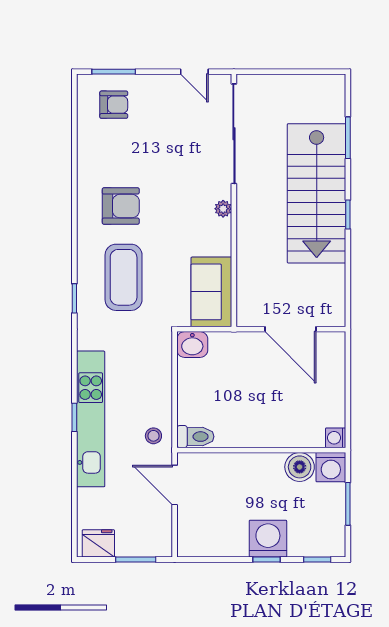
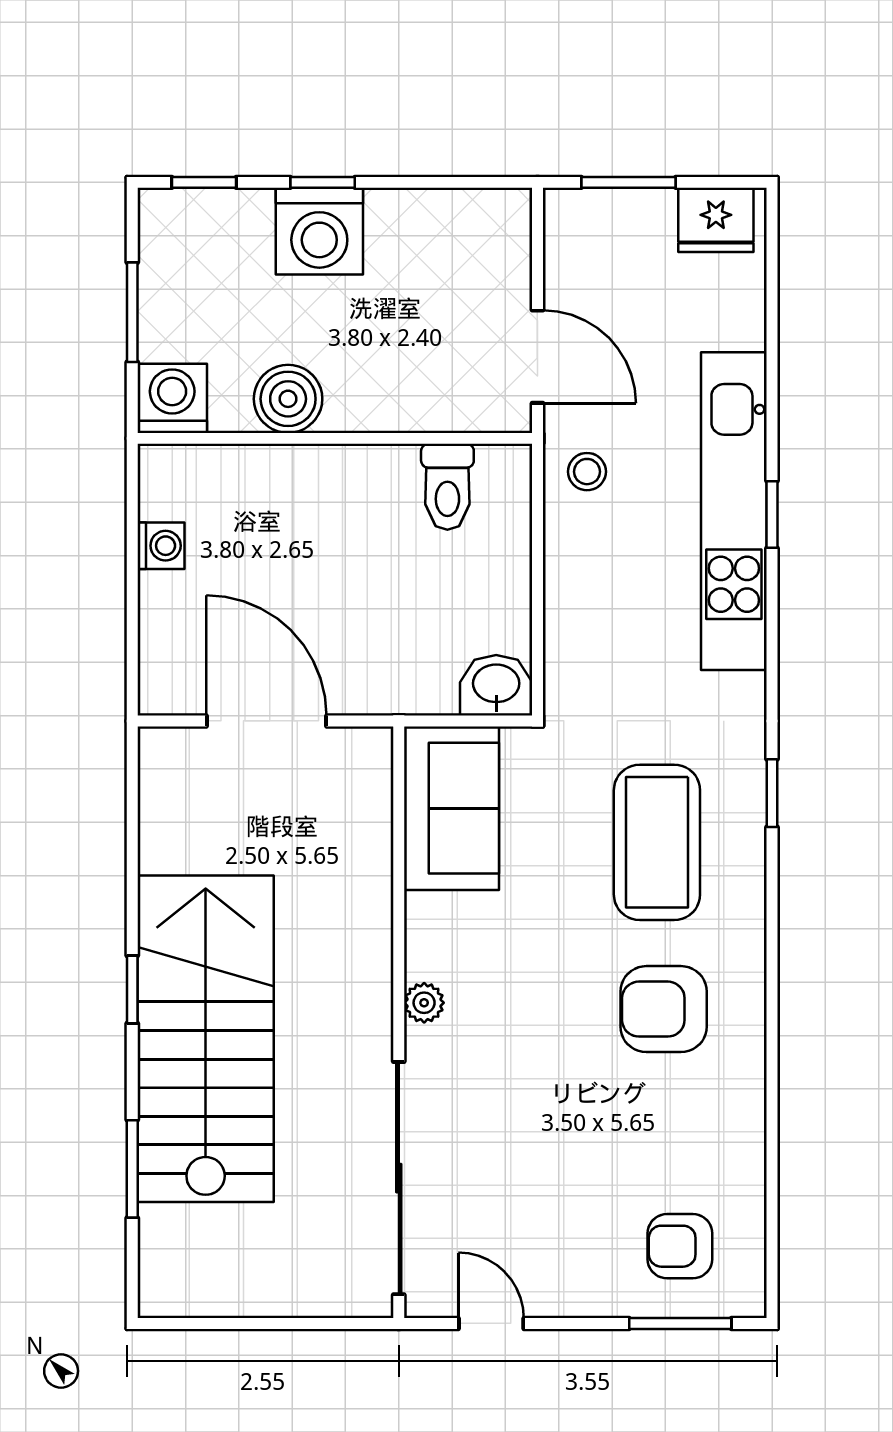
toilet: (195, 437) -> (447, 487), moved, turned -90
washing machine: (336, 438) -> (161, 546), moved
boiler: (300, 467) -> (288, 399), moved

